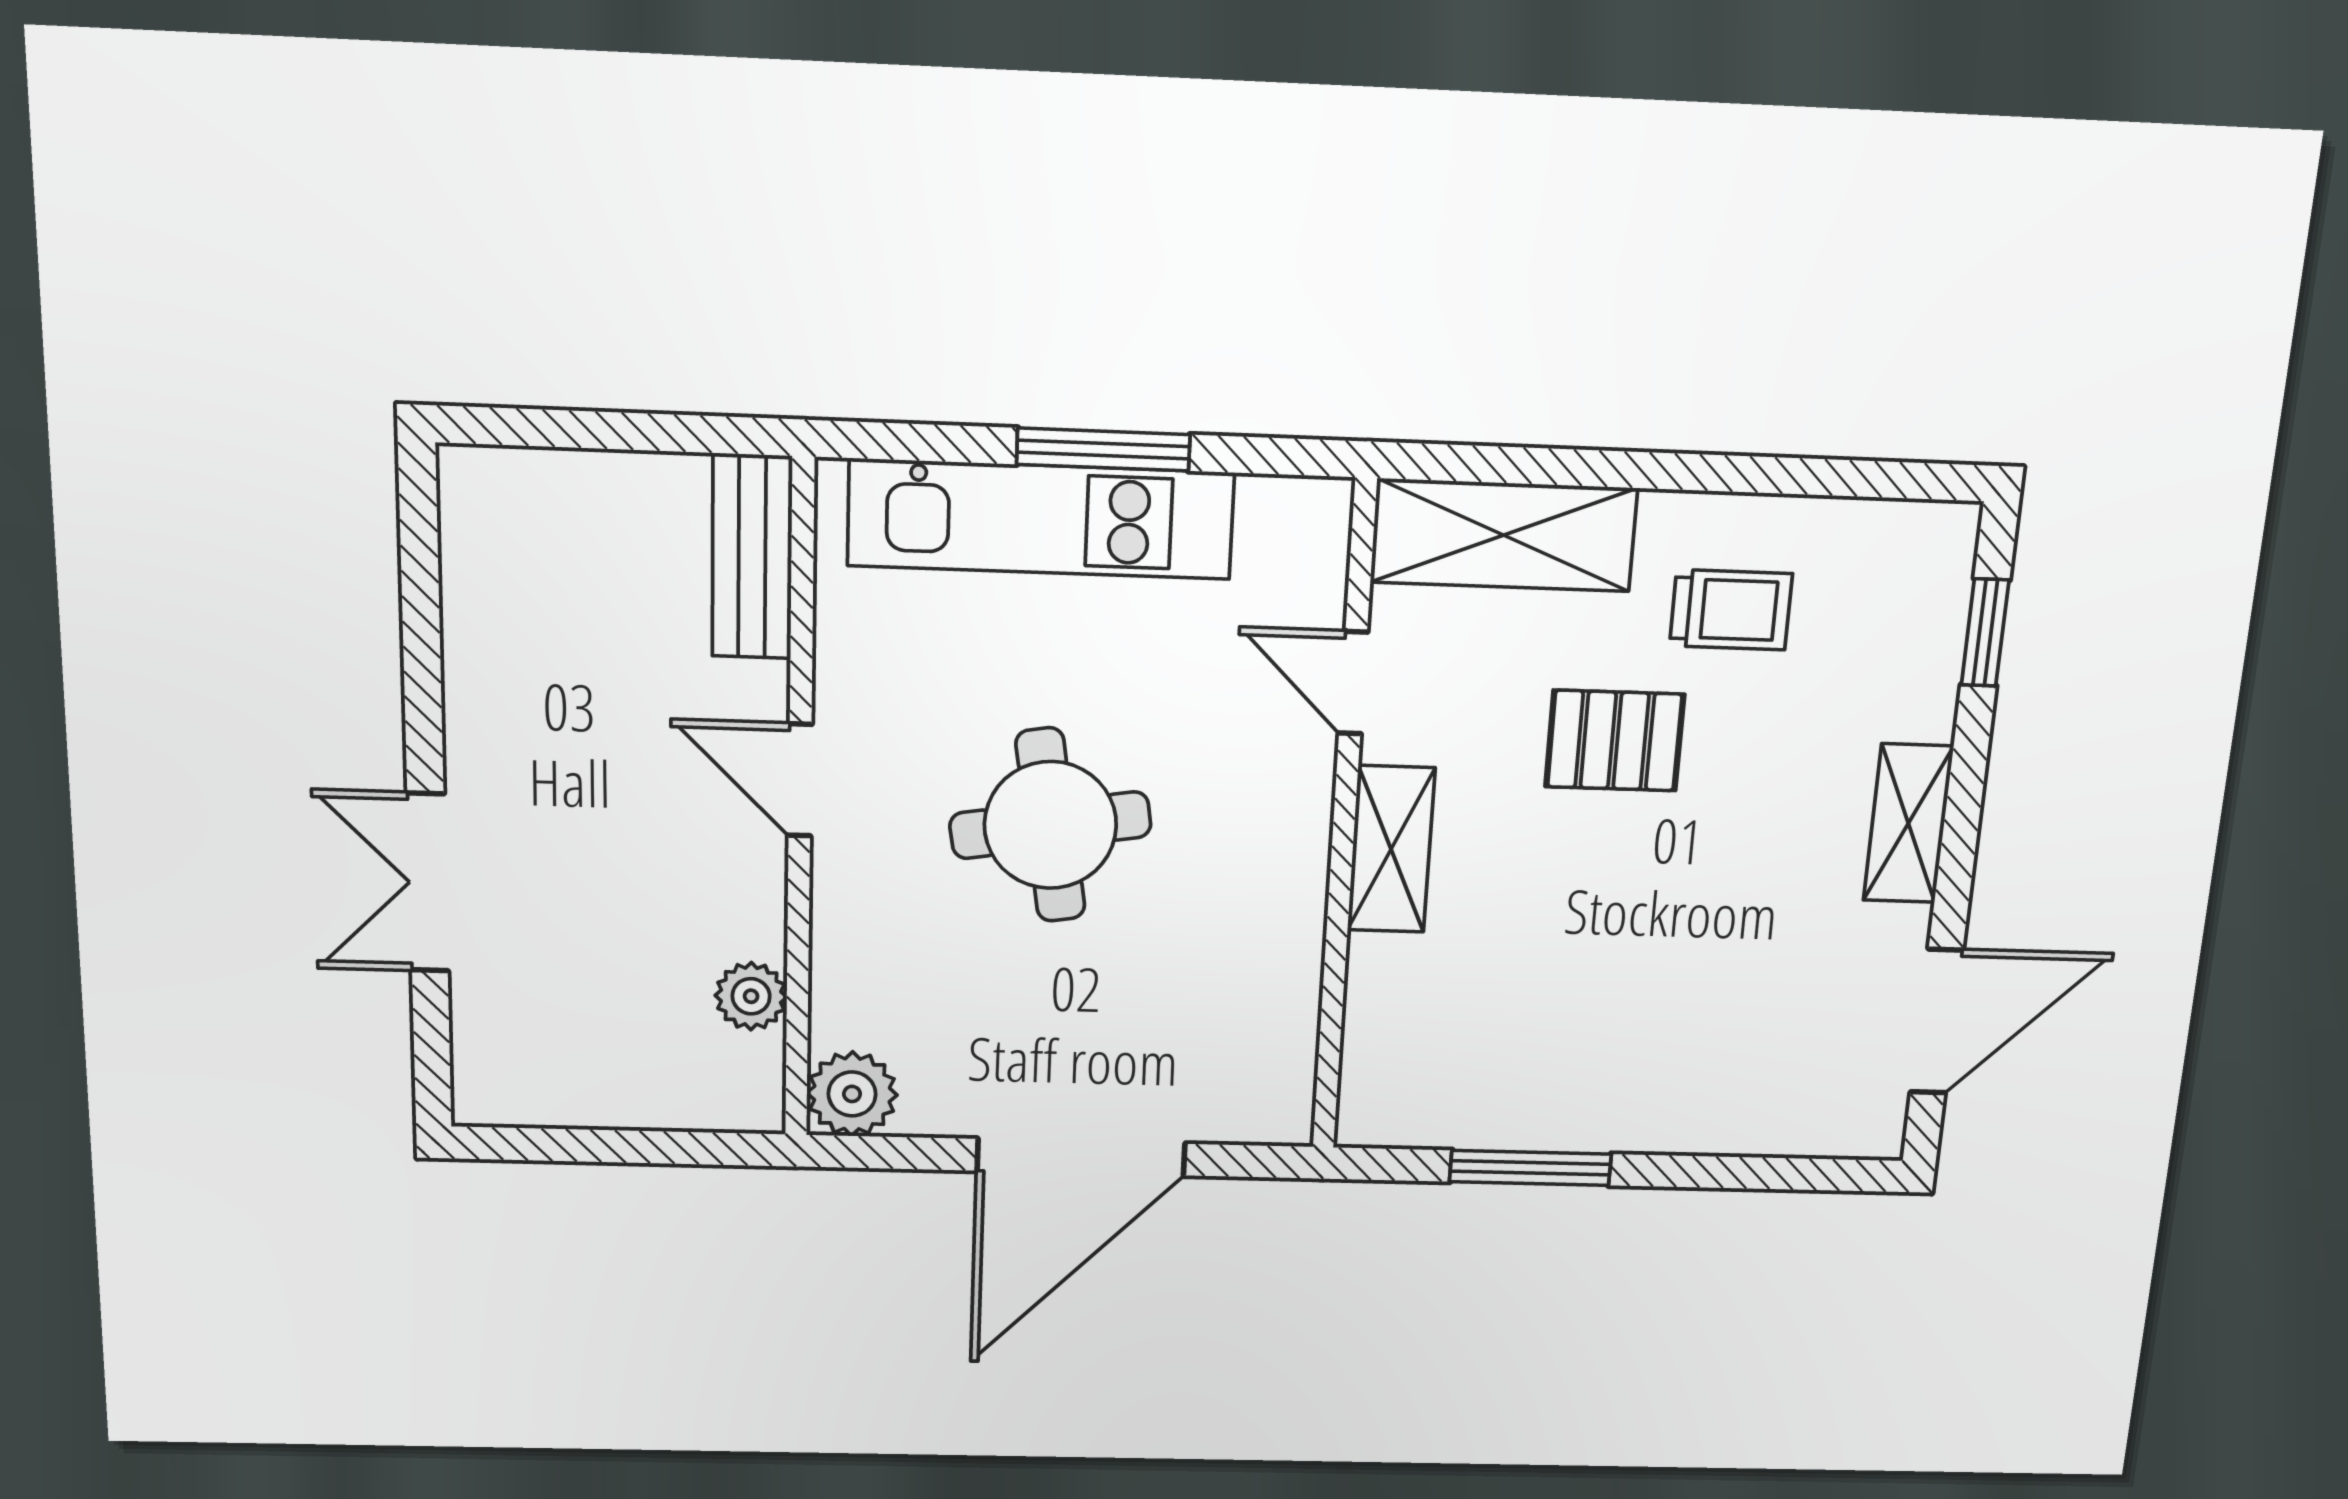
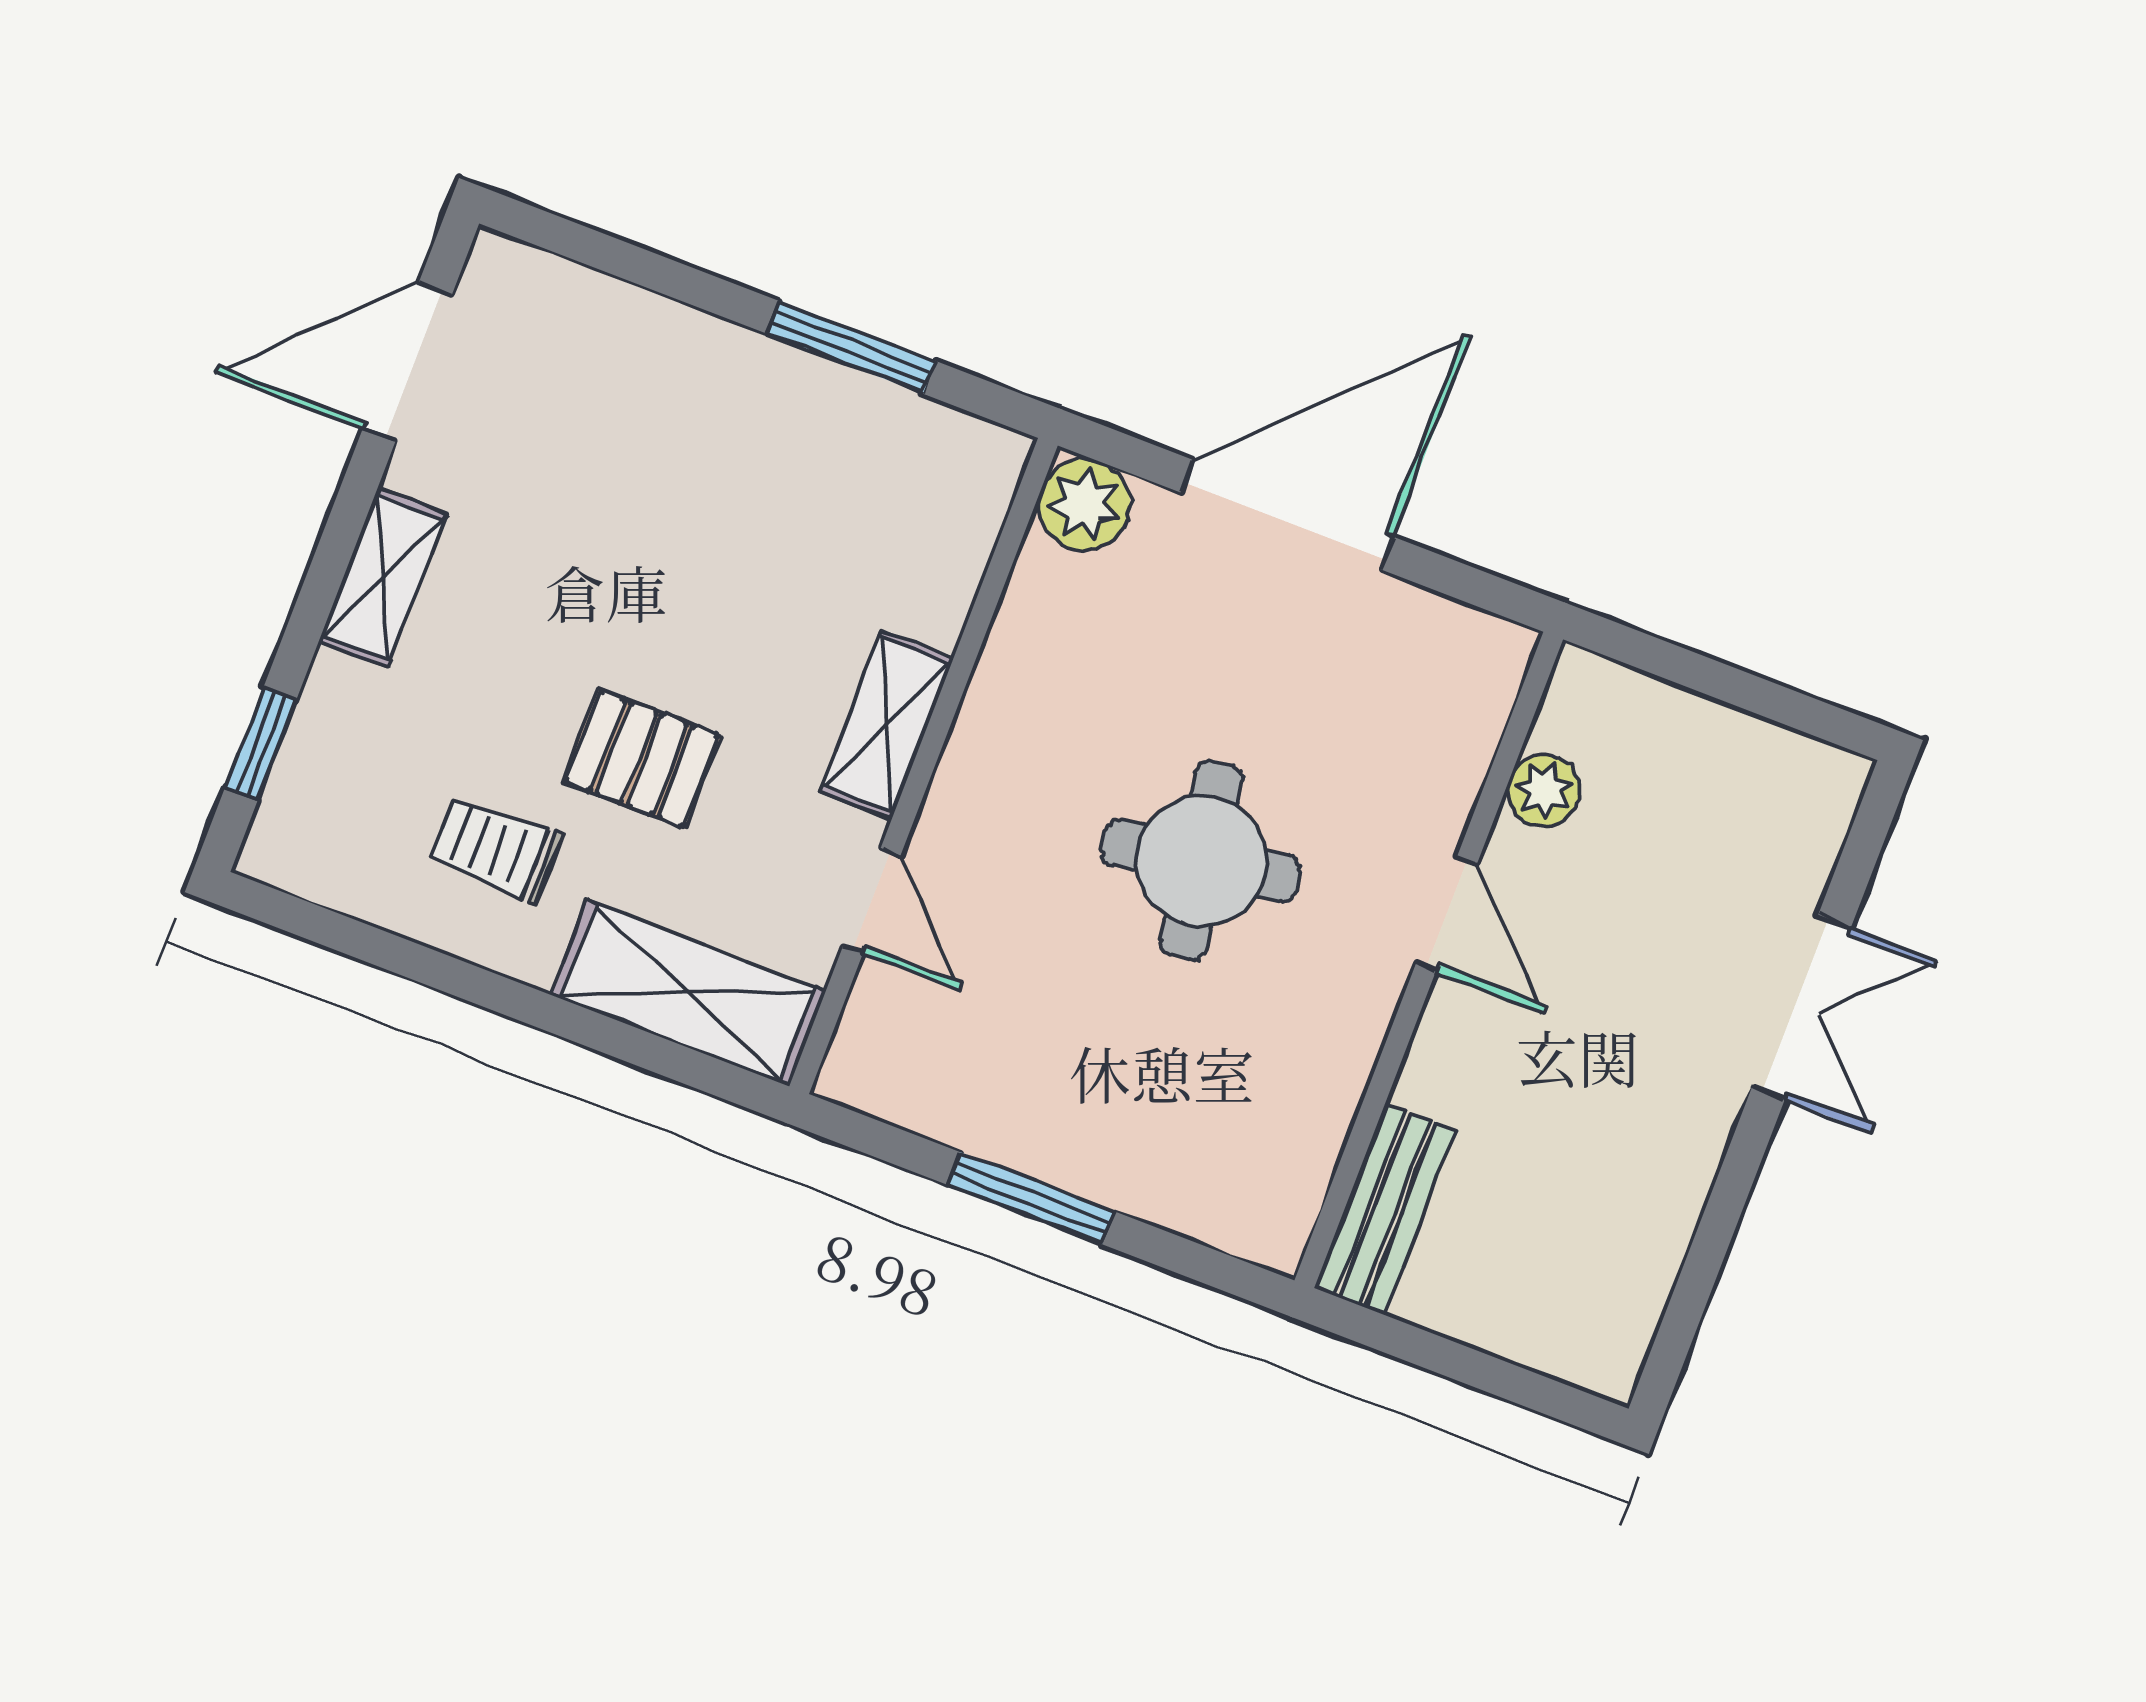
kitchen unit: (1041, 519) -> (1110, 1154), removed
door: (800, 780) -> (1446, 914), moved
plant: (852, 1094) -> (1084, 505), moved

